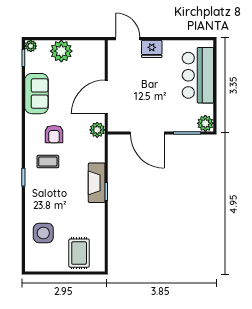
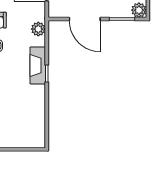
plant: (97, 130) -> (38, 29), moved
rug: (79, 253) -> (21, 131), removed

